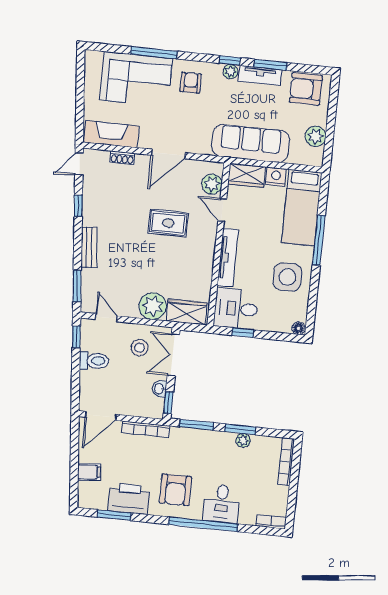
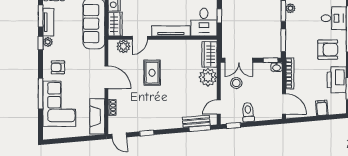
bench: (89, 247) -> (196, 121), moved
washbasin: (159, 389) -> (277, 67), moved

